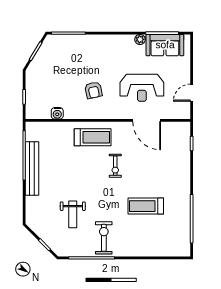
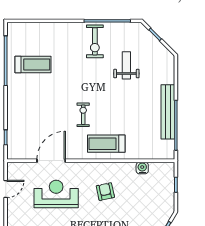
door: (147, 120) -> (51, 161), hinge flipped
treadmill: (146, 206) -> (33, 65), moved

